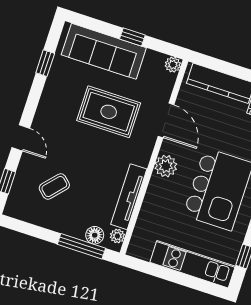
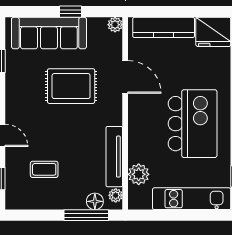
plant: (166, 166) -> (139, 174), moved
coffee table: (54, 187) -> (44, 169), turned 48

